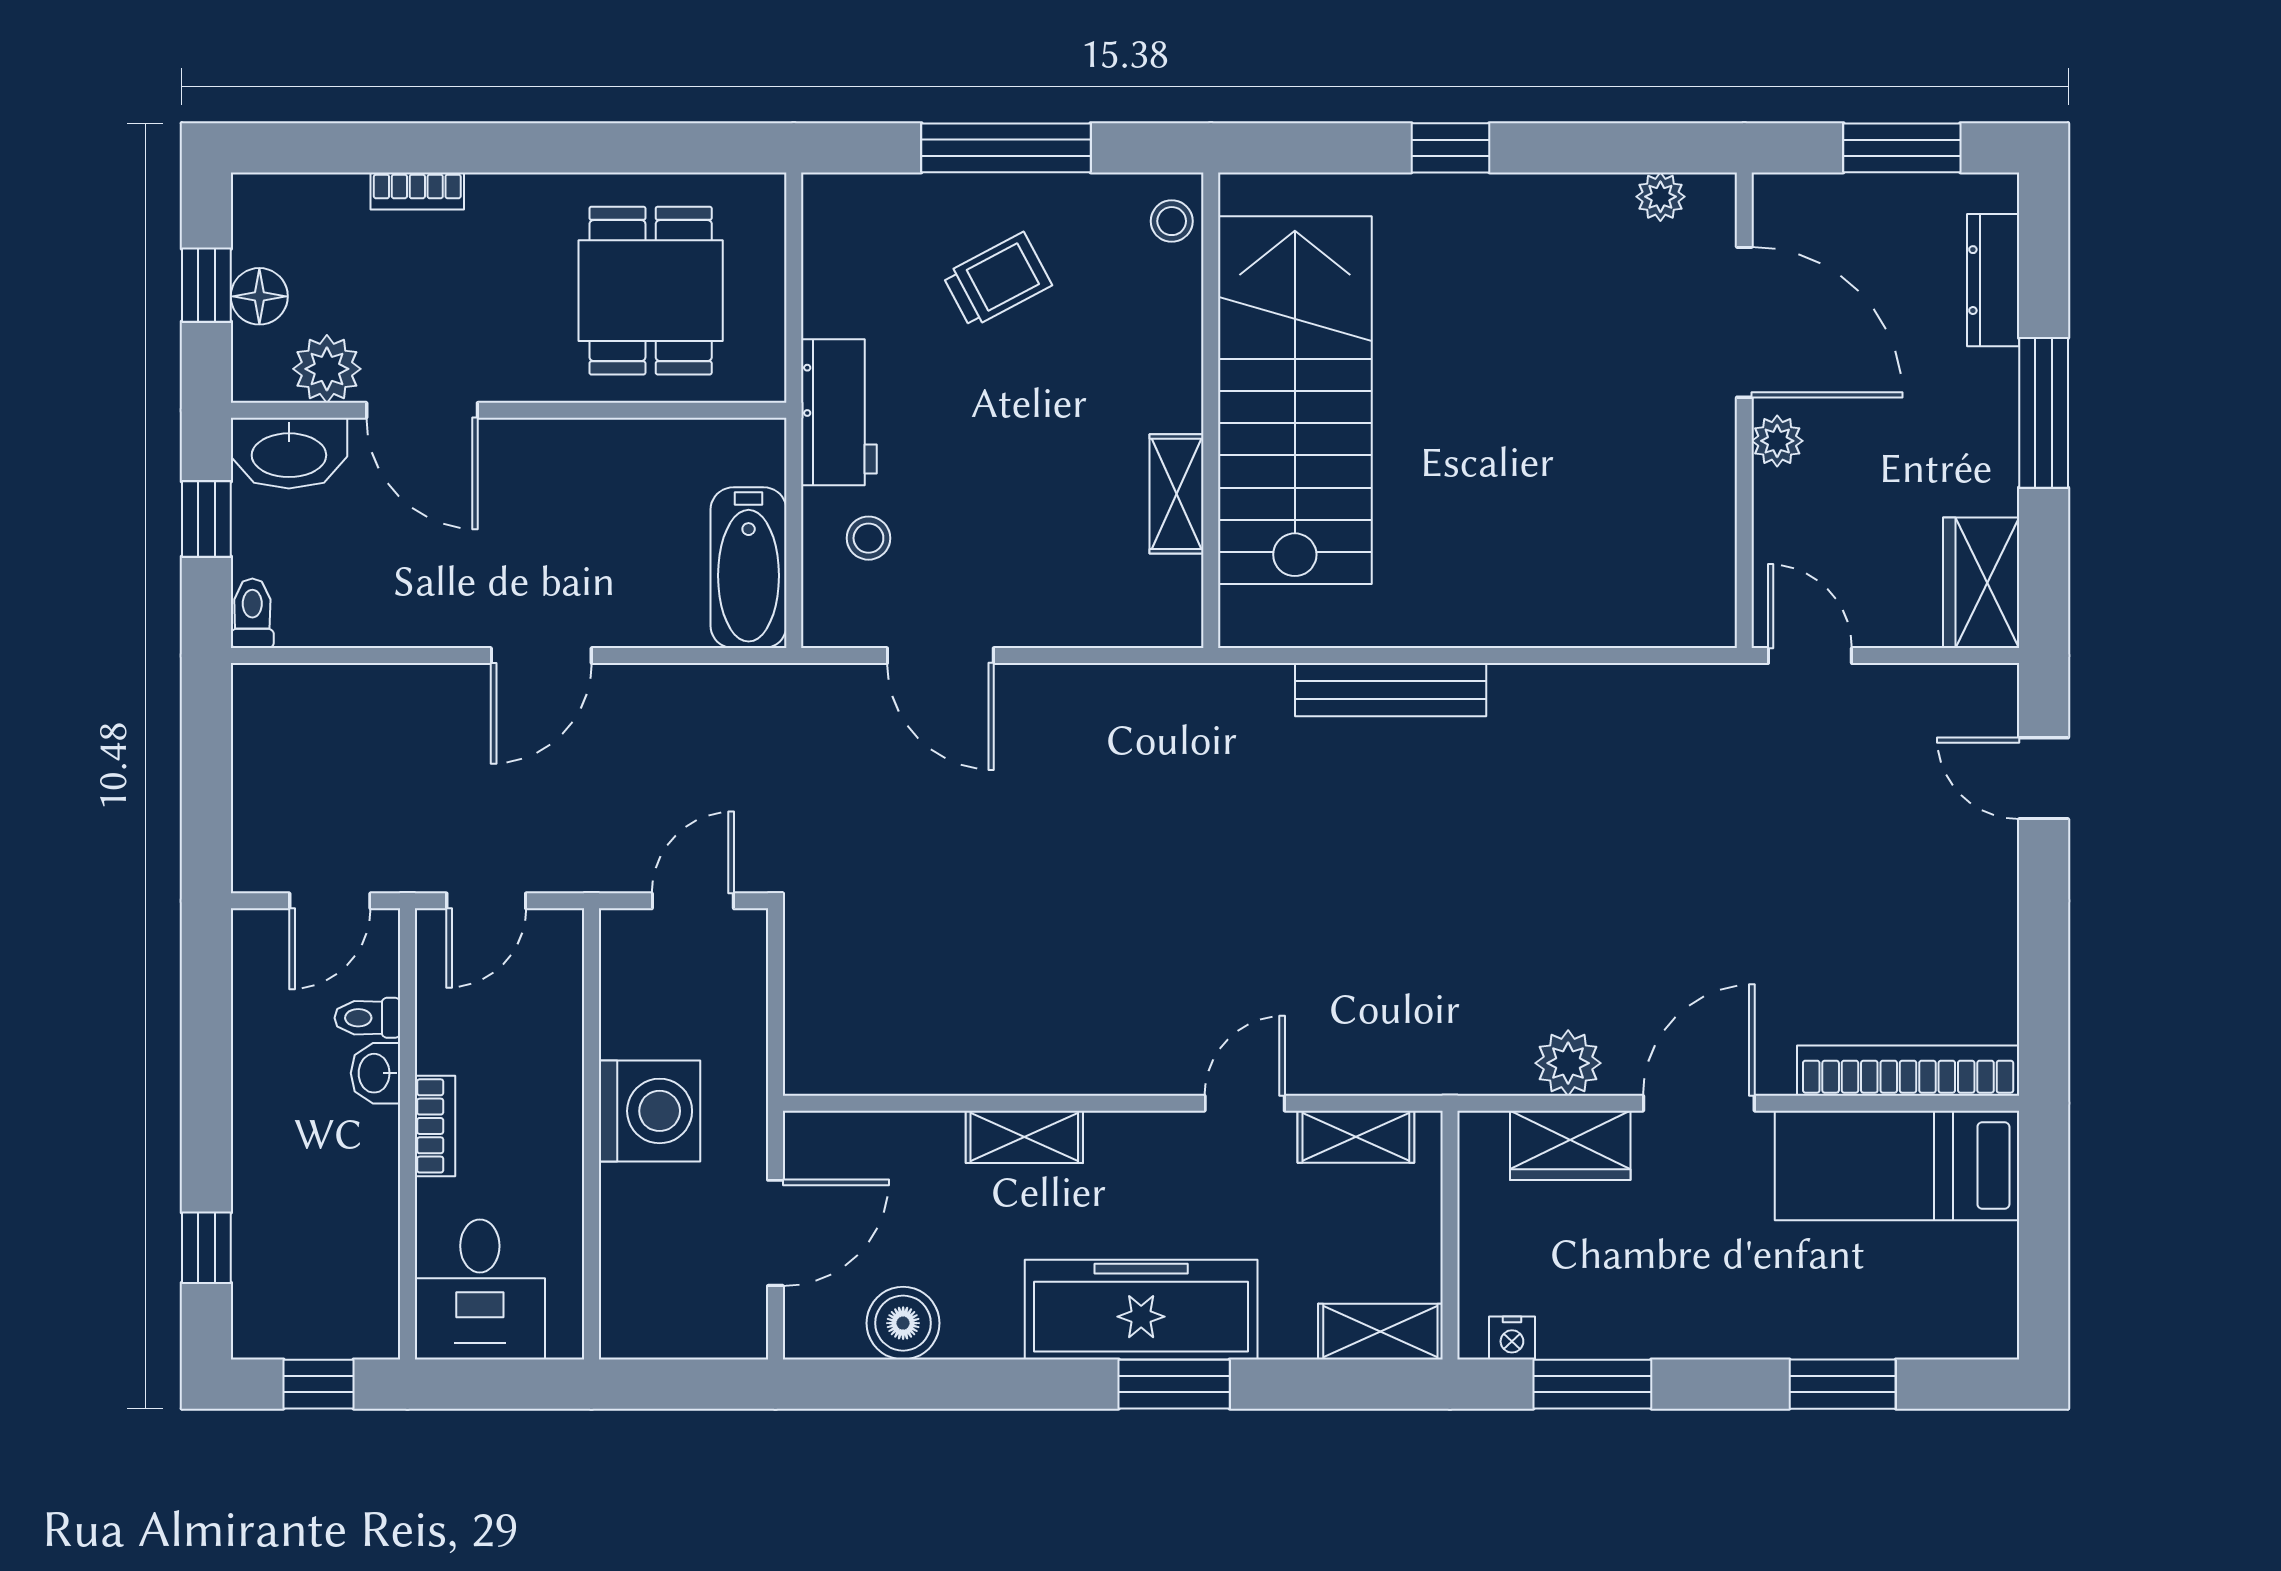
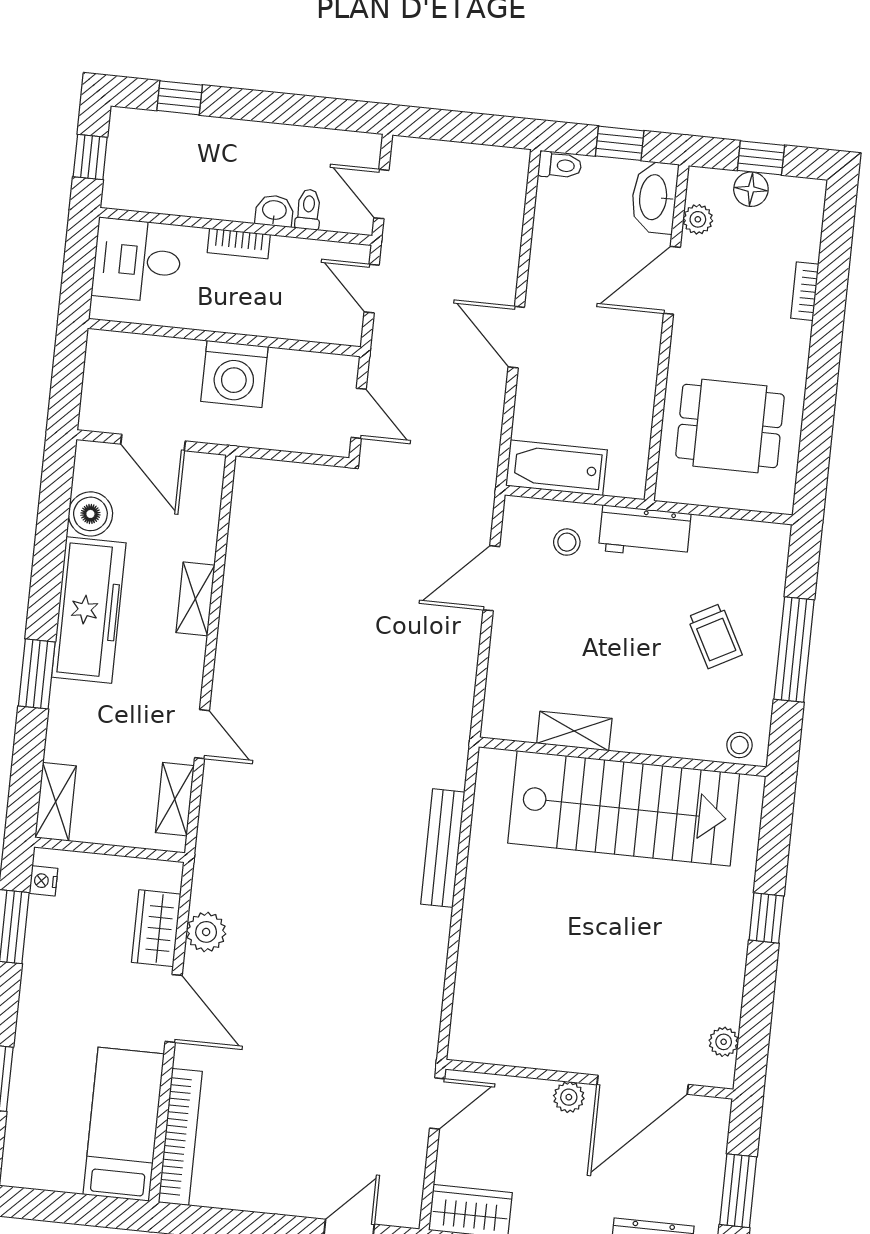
plant: (327, 369) -> (698, 219), width x0.73, depth x0.73
freezer: (1141, 1310) -> (89, 610), moved

